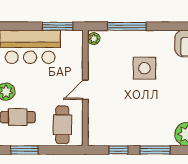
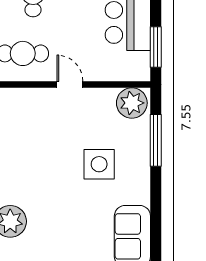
plant: (94, 39) -> (132, 103), width x1.88, depth x1.88

